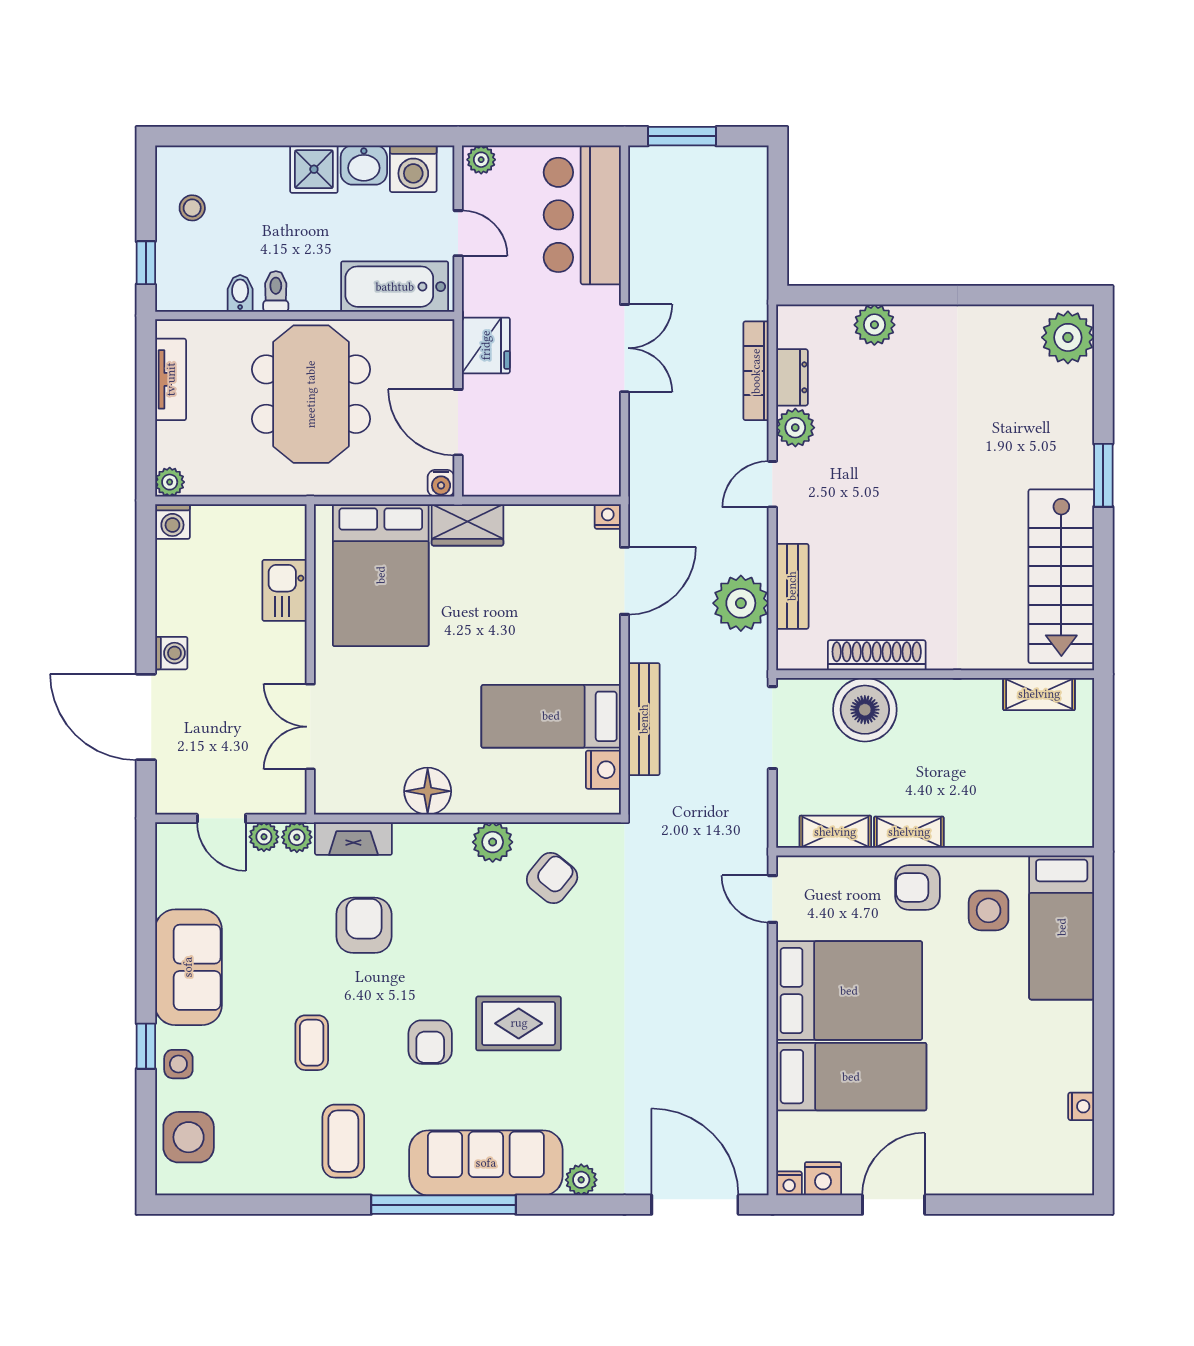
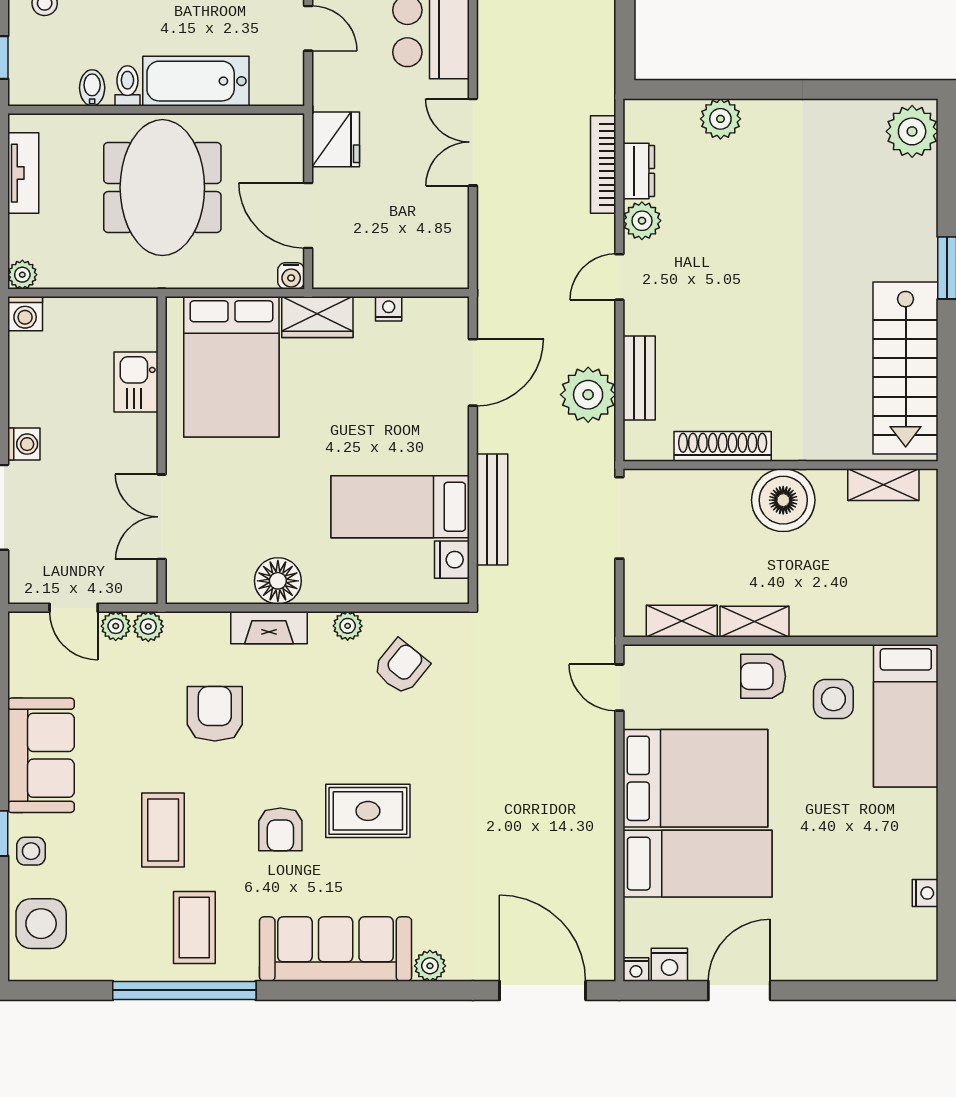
bathtub: (395, 287) -> (196, 81), moved
double door: (625, 348) -> (473, 142), swing flipped
nightstand: (608, 516) -> (389, 309), moved
boiler: (865, 710) -> (783, 500), moved
fireplace: (353, 838) -> (269, 628), moved
plant: (493, 842) -> (348, 626), width x0.73, depth x0.73
coffee table: (312, 1043) -> (163, 830), width x1.36, depth x1.30
window: (443, 1205) -> (184, 990), moved

